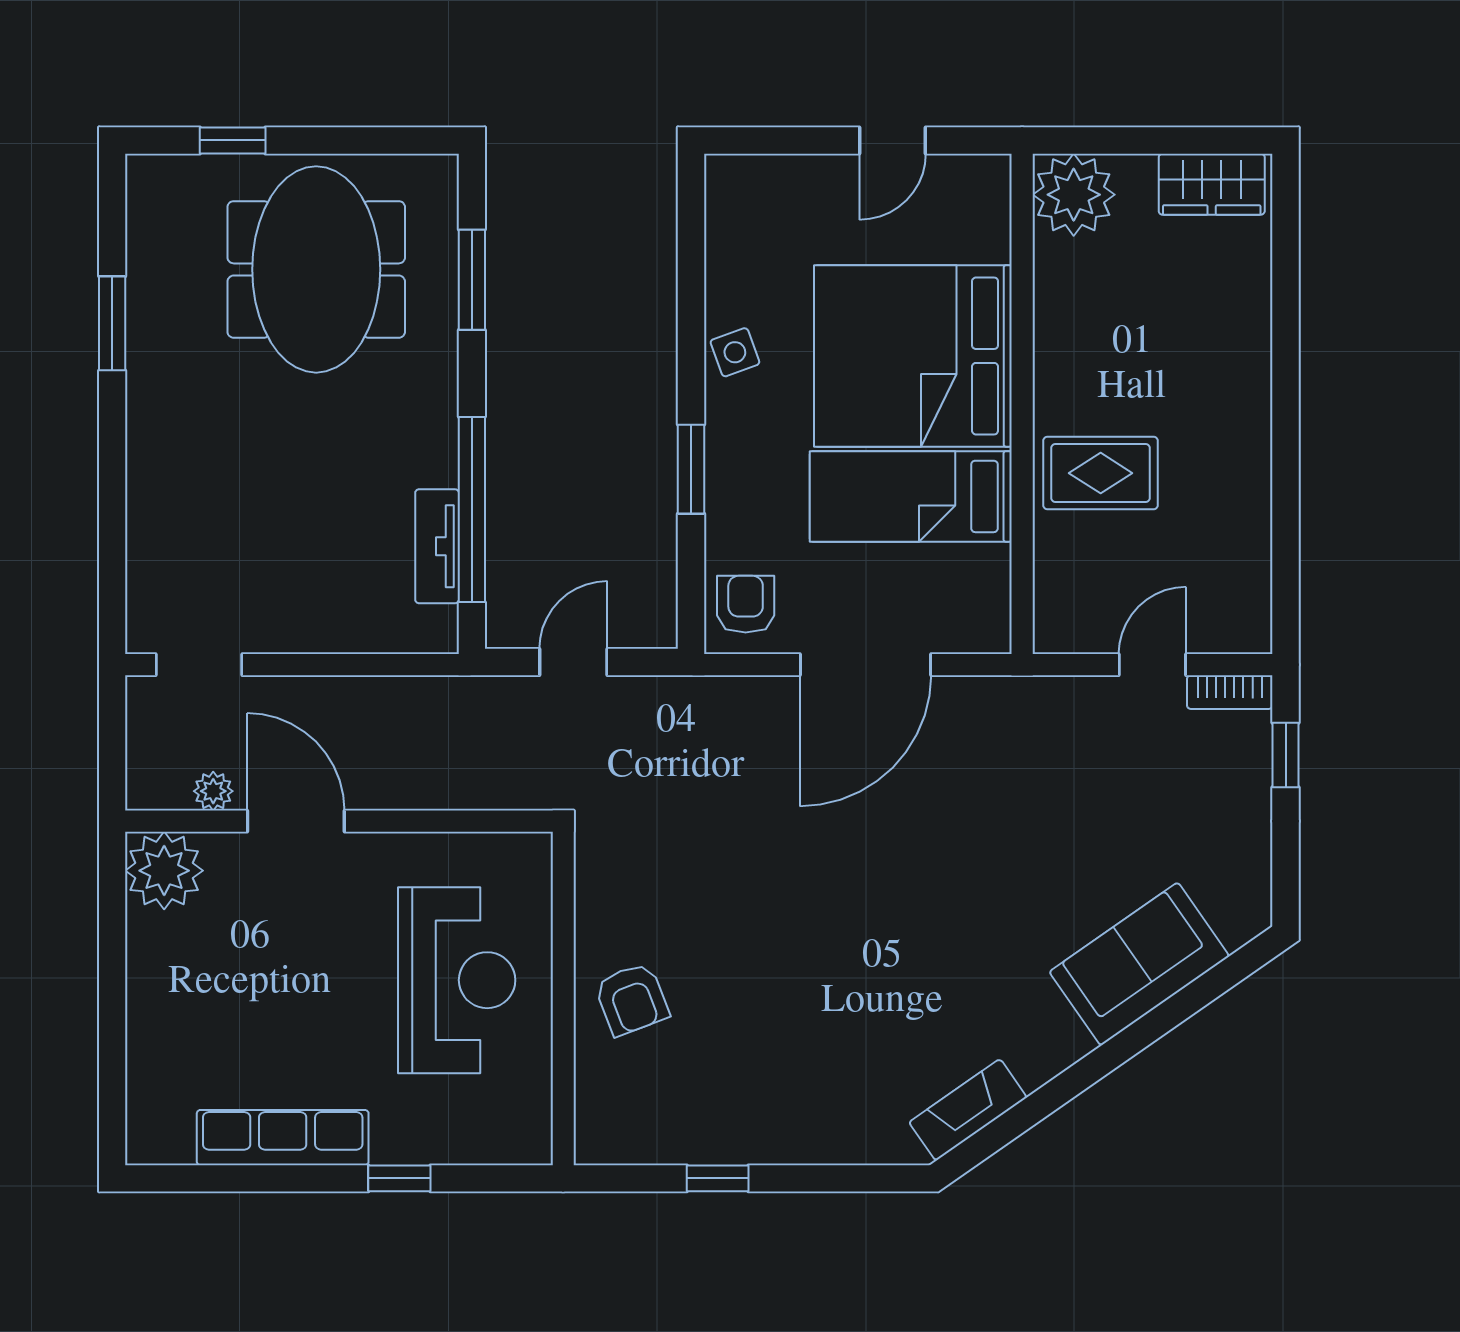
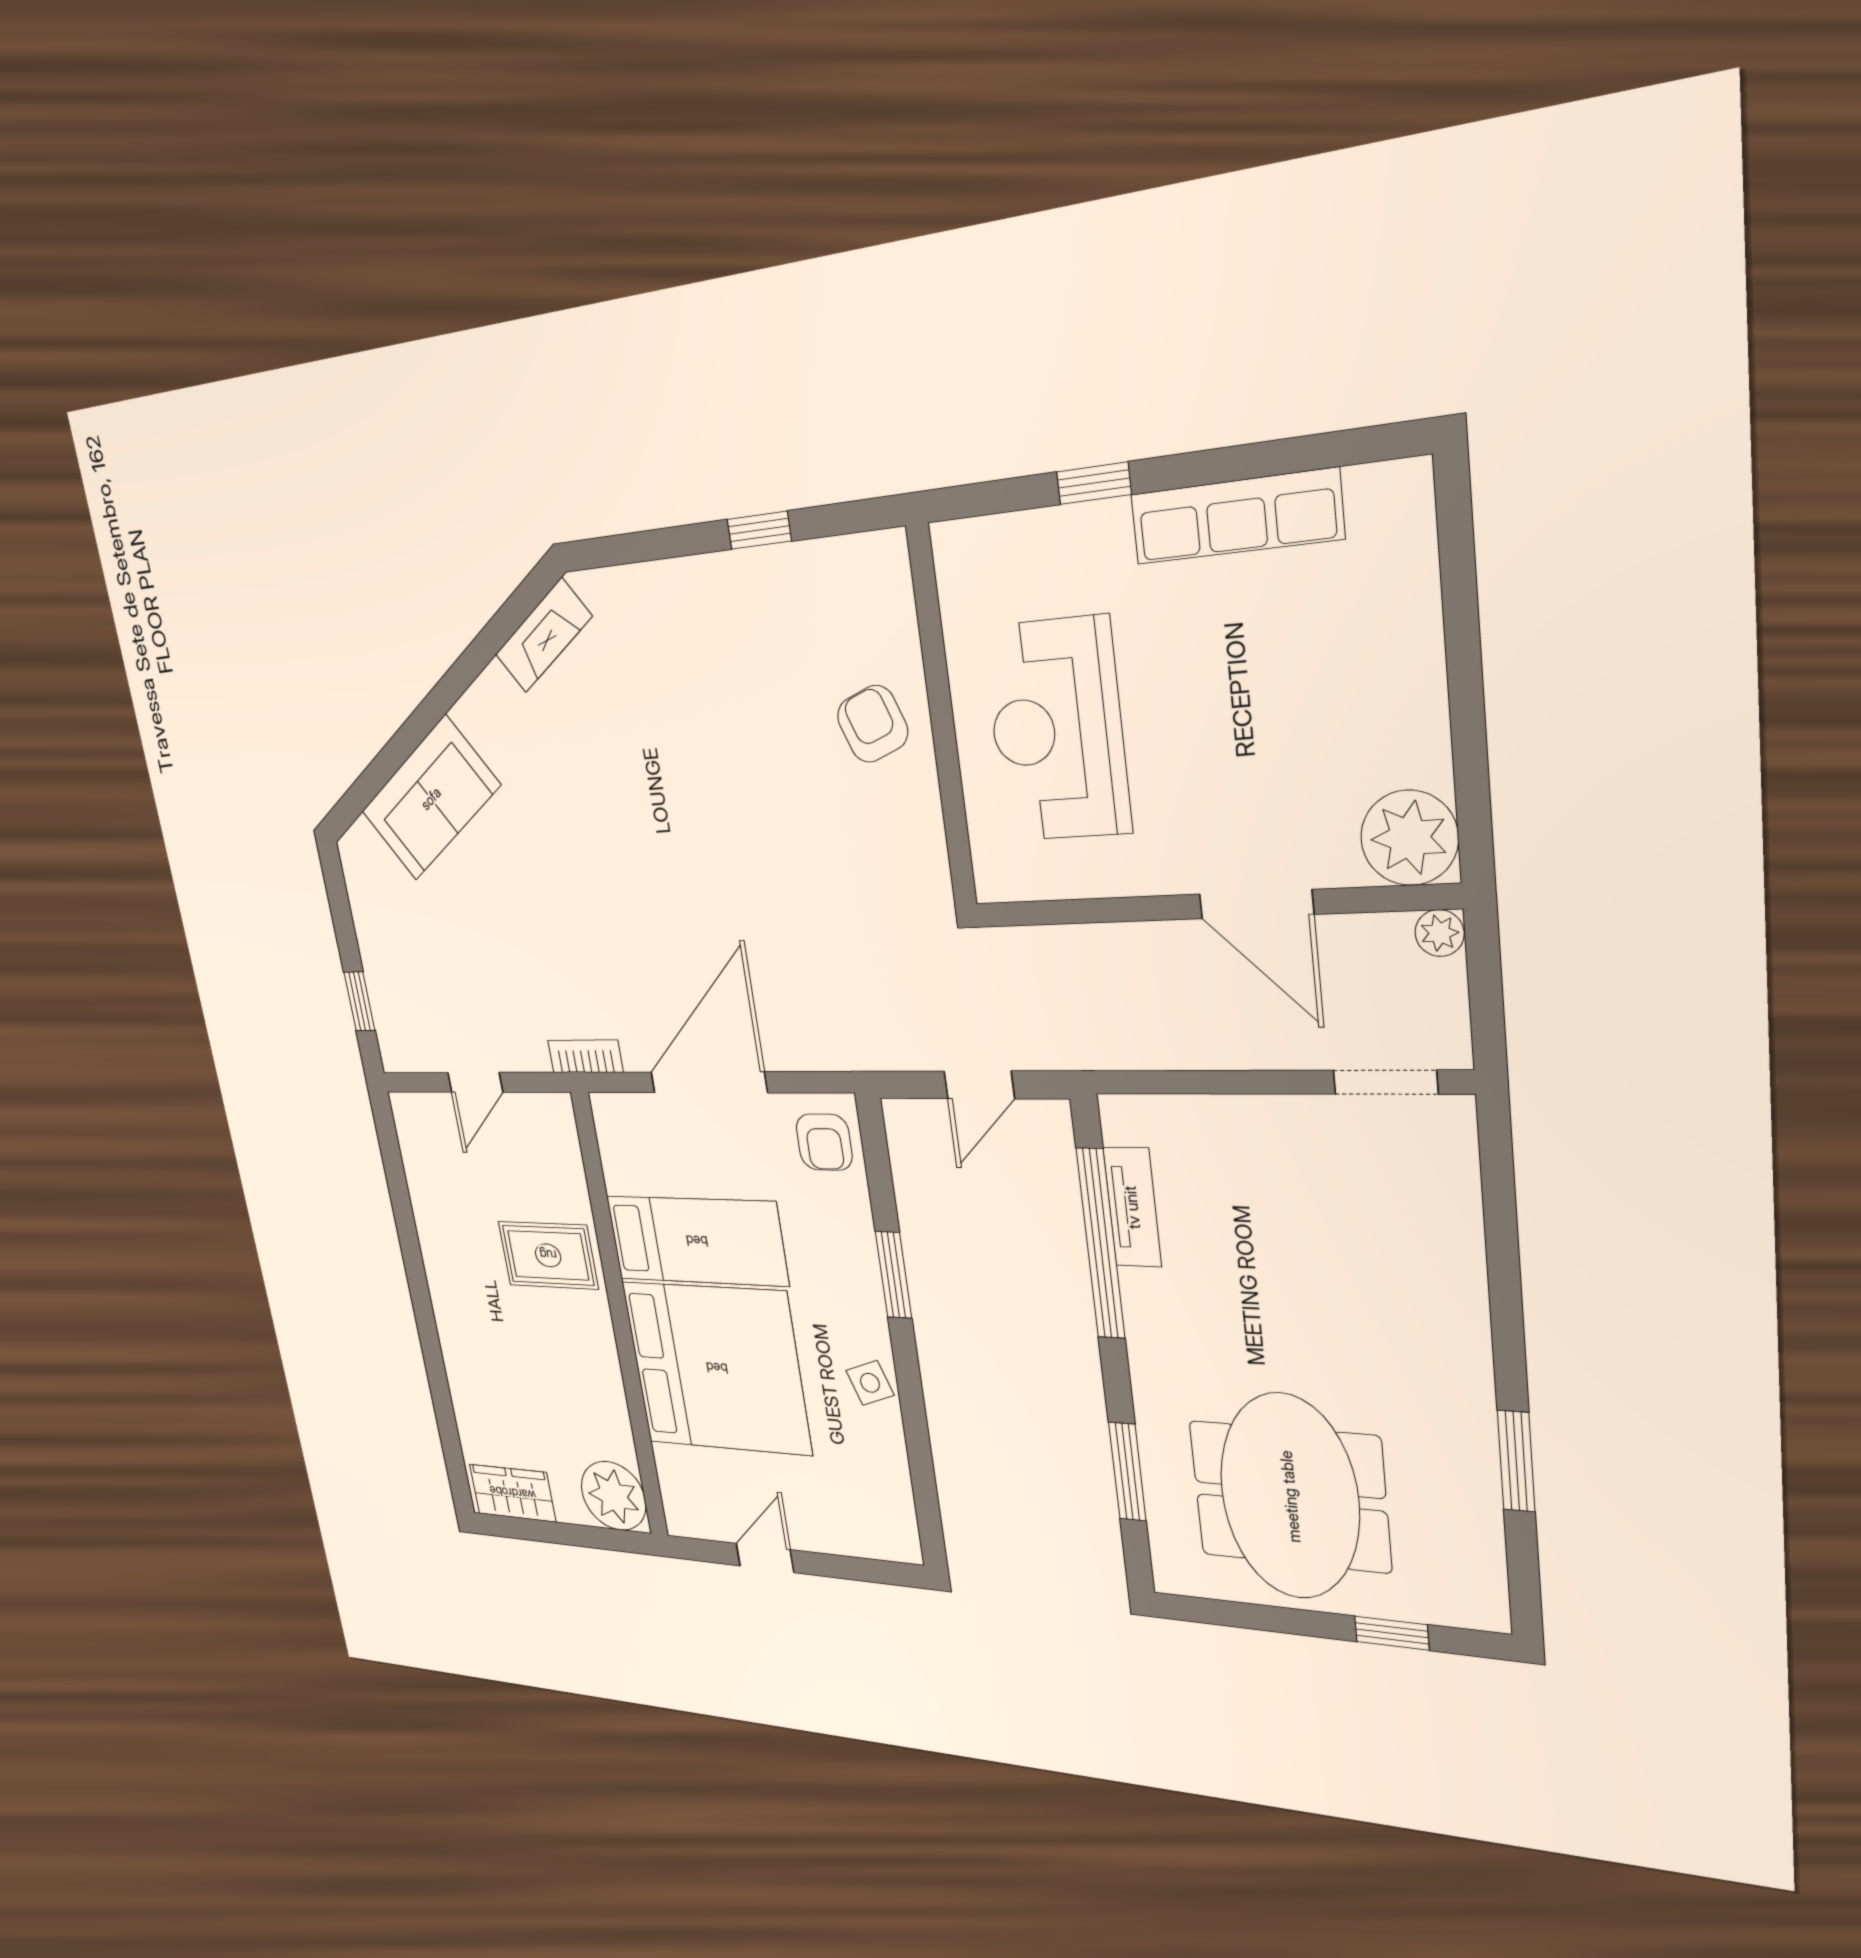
bookcase: (1230, 692) -> (585, 1056), moved
plant: (213, 791) -> (1440, 933), moved

